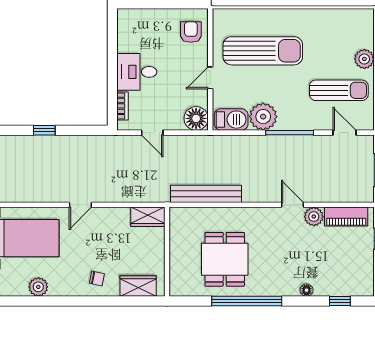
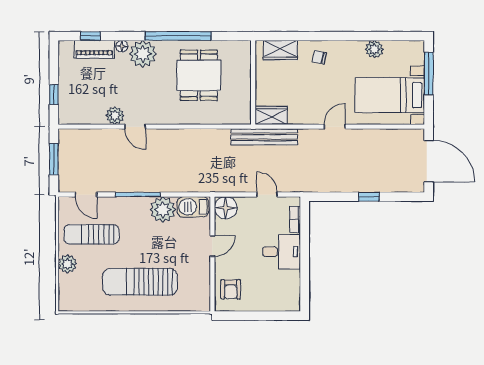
sun lounger: (263, 51) -> (140, 282), moved
bench: (206, 194) -> (264, 137), moved
piano: (346, 217) -> (94, 49), moved, turned 180
plant: (284, 282) -> (143, 54), added

